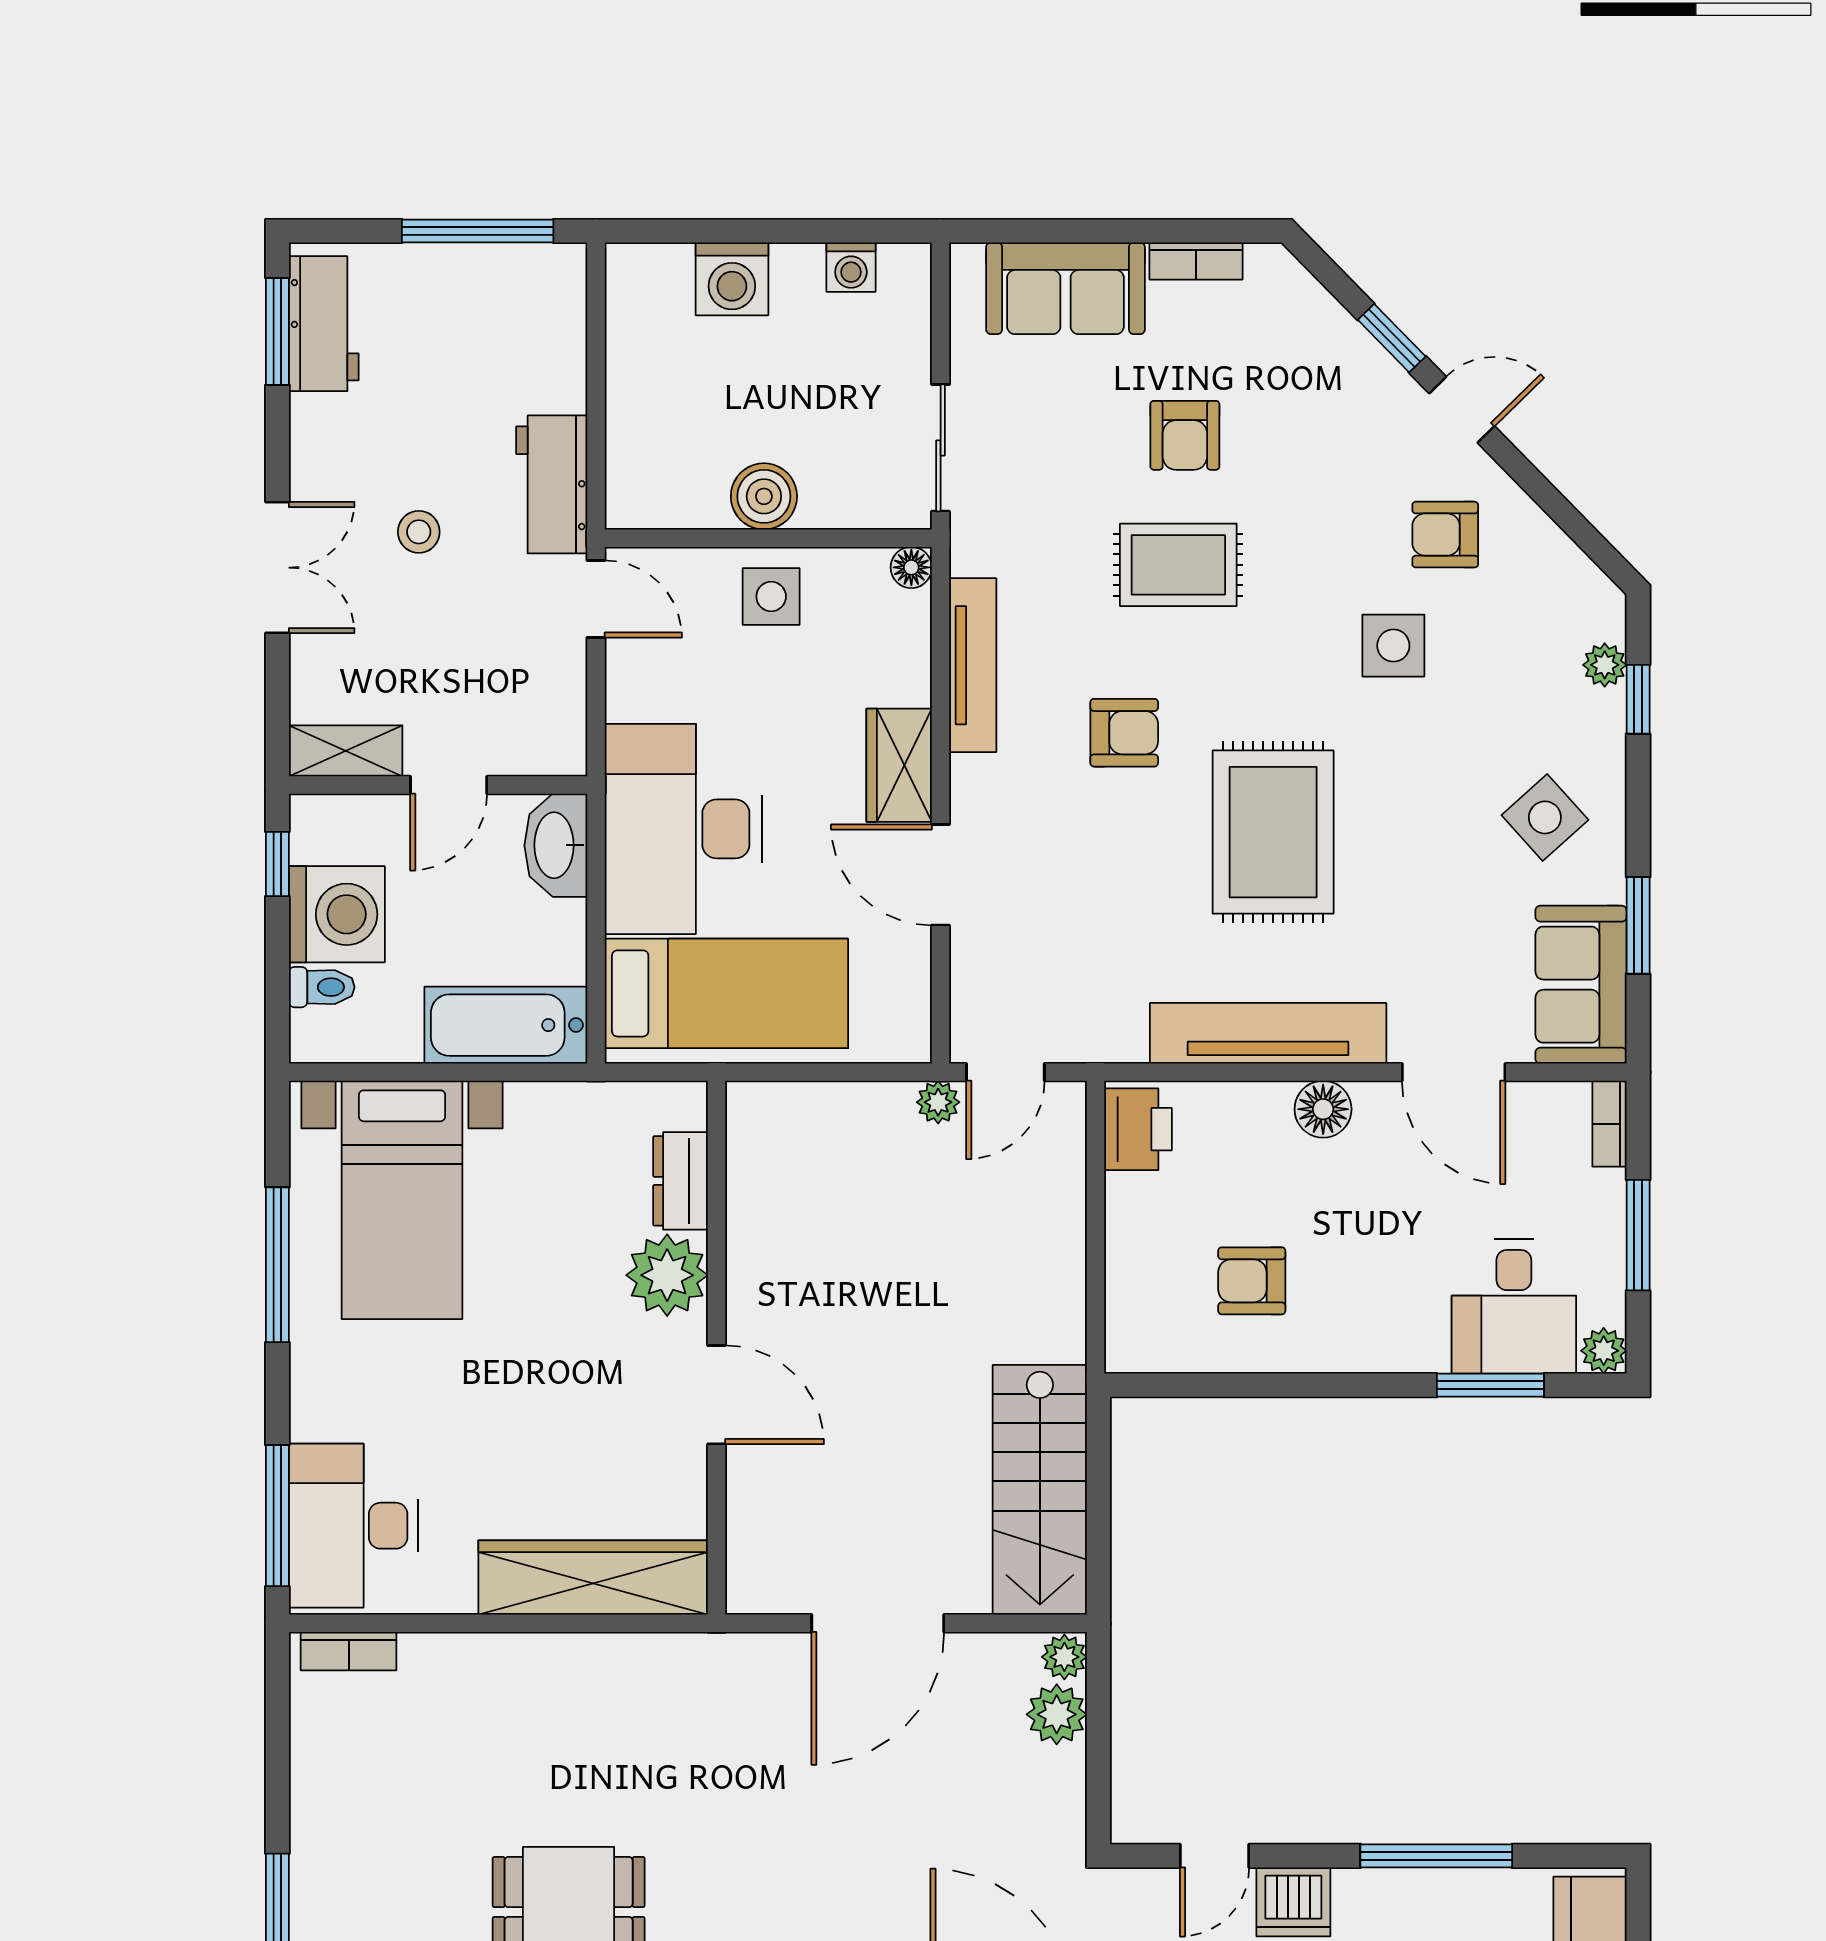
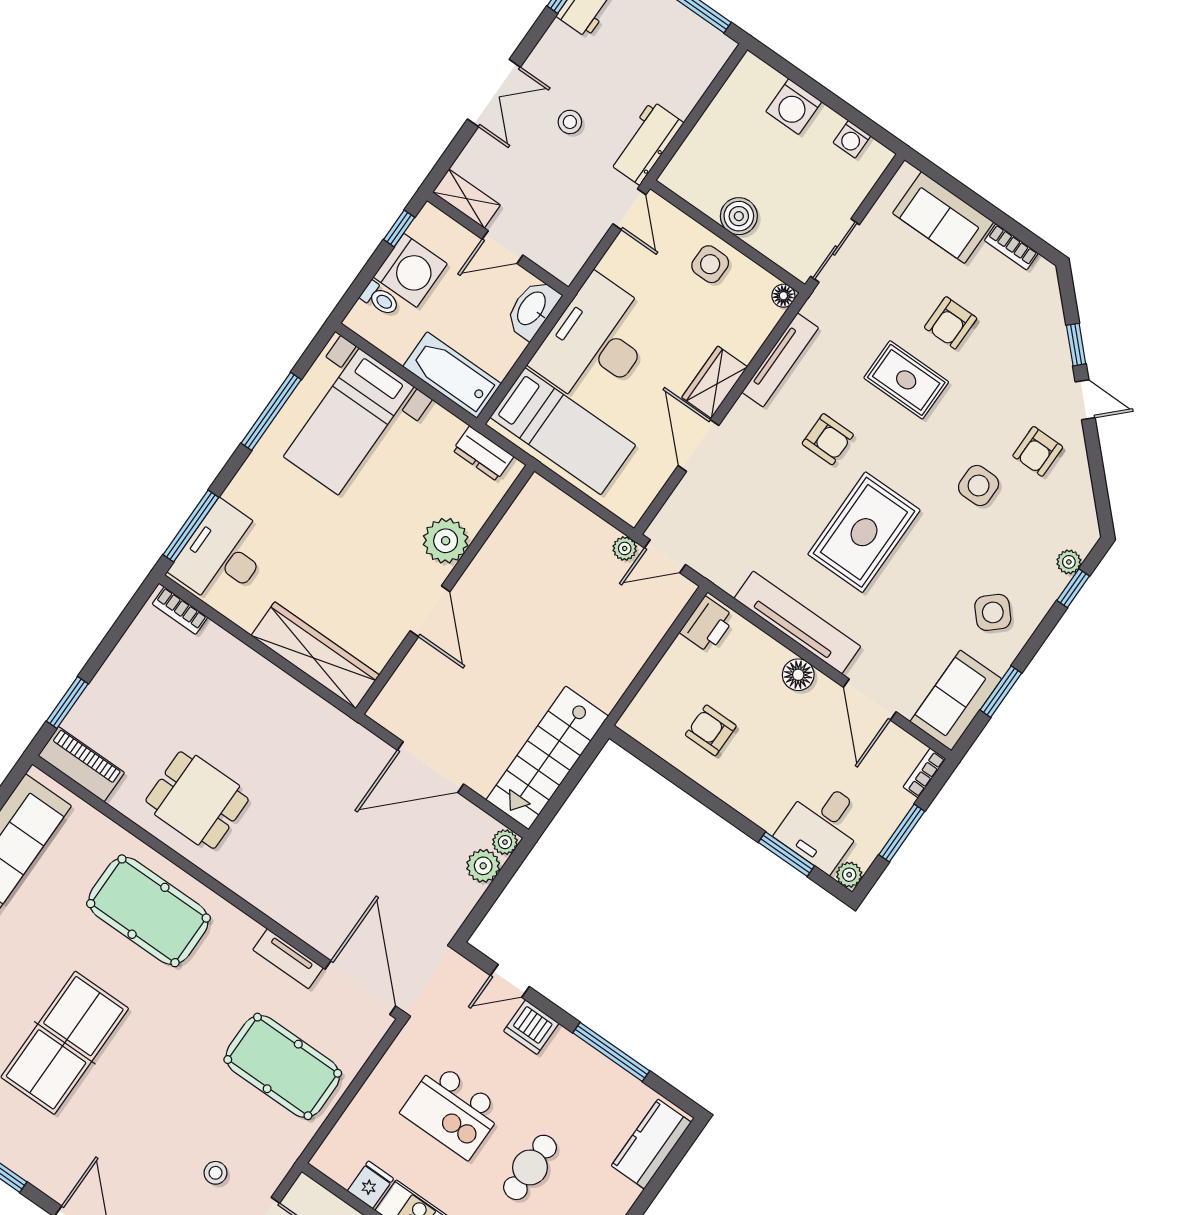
armchair: (1445, 535) -> (1038, 451), turned -90
dresser: (681, 1181) -> (483, 453), moved, turned -90

